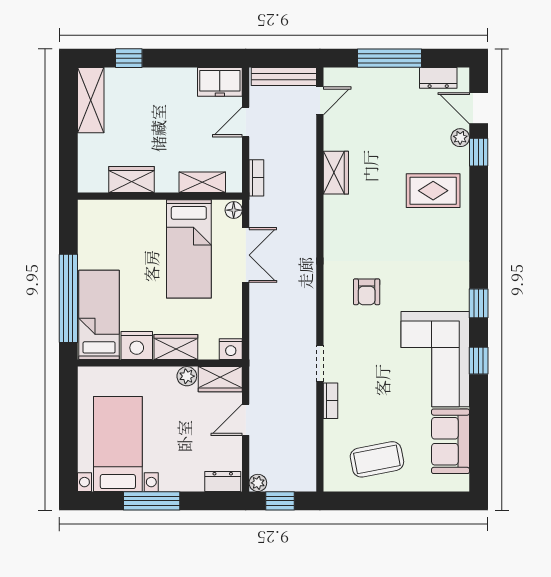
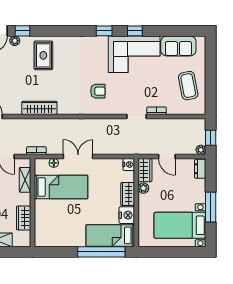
wardrobe: (336, 173) -> (39, 108), width x1.50
wardrobe: (131, 180) -> (24, 218), moved
shelving: (202, 182) -> (25, 180), moved
wall: (160, 196) -> (33, 203), moved
bed: (189, 249) -> (61, 187), moved

